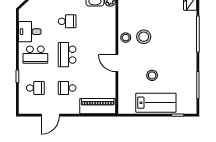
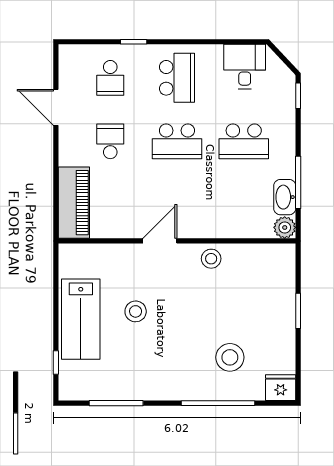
school desk: (67, 21) -> (244, 141), width x1.85
desk: (30, 32) -> (245, 67), moved
stool: (144, 37) -> (230, 357), moved
school desk: (35, 55) -> (177, 78), turned 180
school desk: (67, 55) -> (177, 141), turned 180

